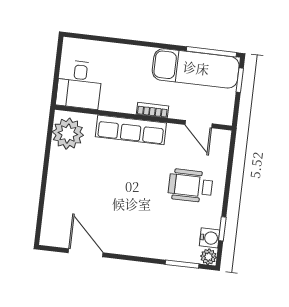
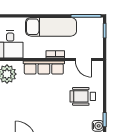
exam couch: (196, 68) -> (51, 27), moved

